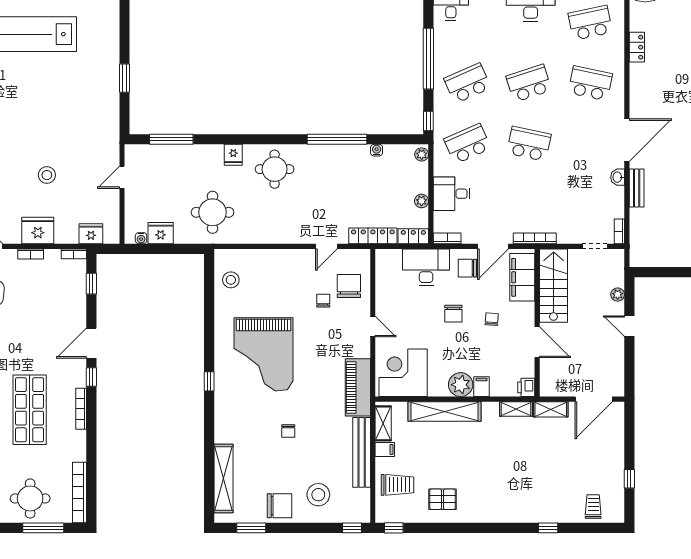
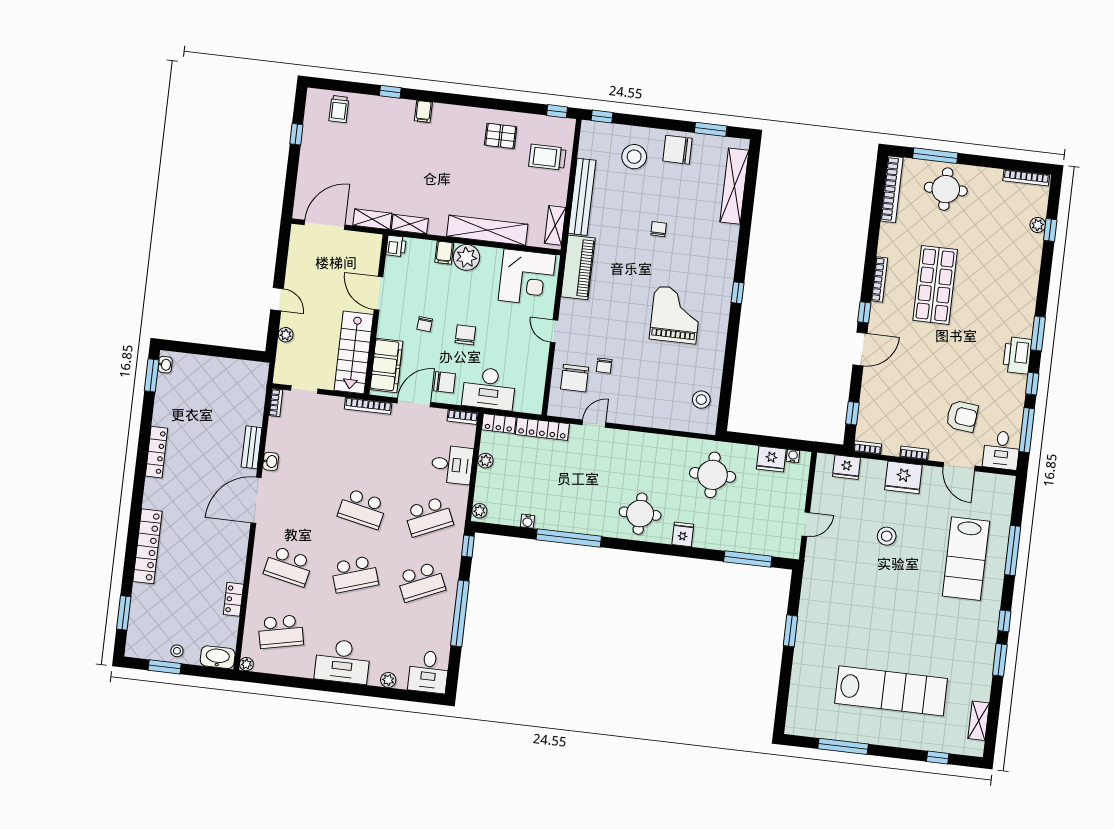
grand piano: (264, 354) -> (675, 315), width x0.73, depth x0.68
filing cabinet: (385, 449) -> (423, 111), moved, turned -90

